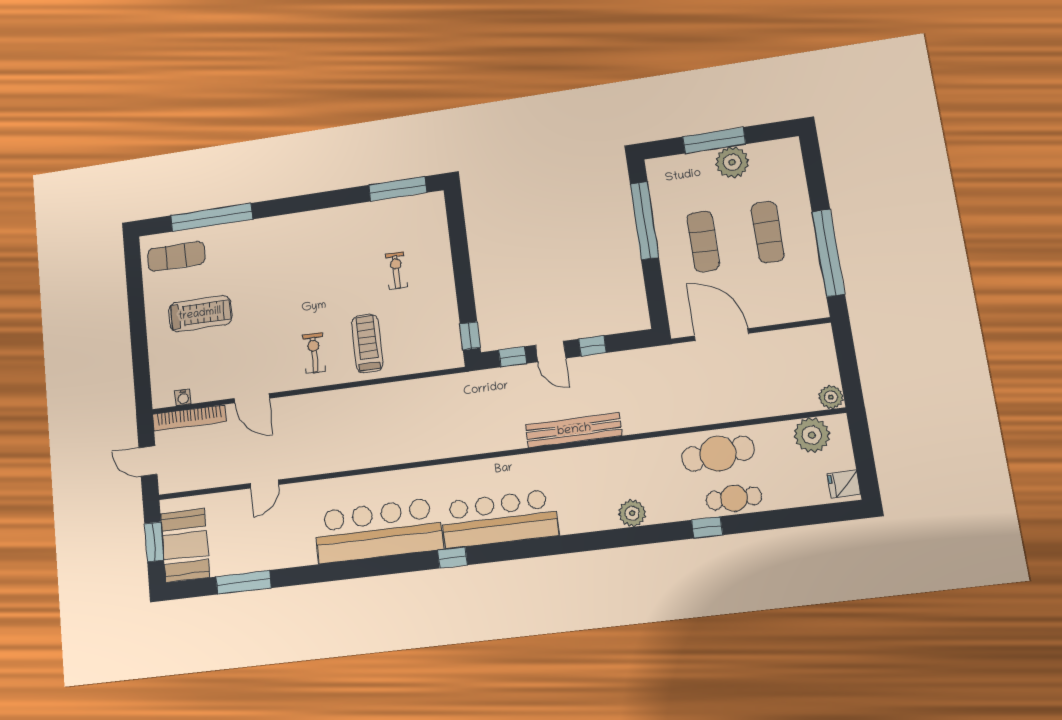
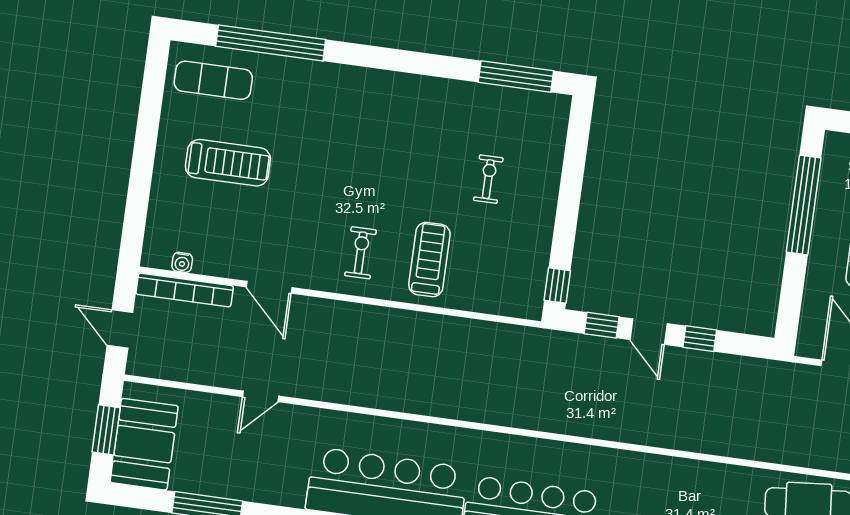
bench: (574, 430) -> (650, 432), removed

